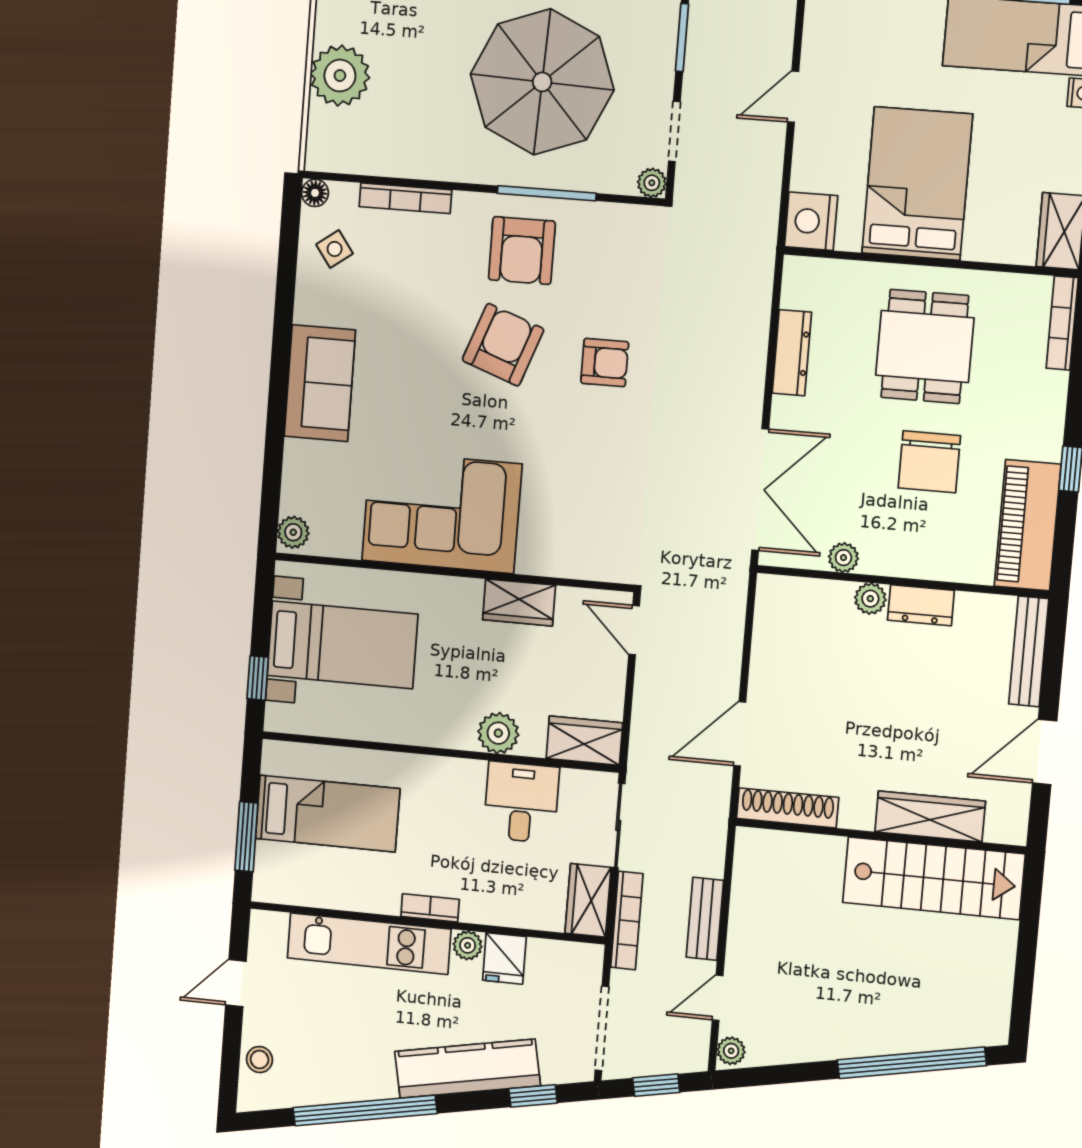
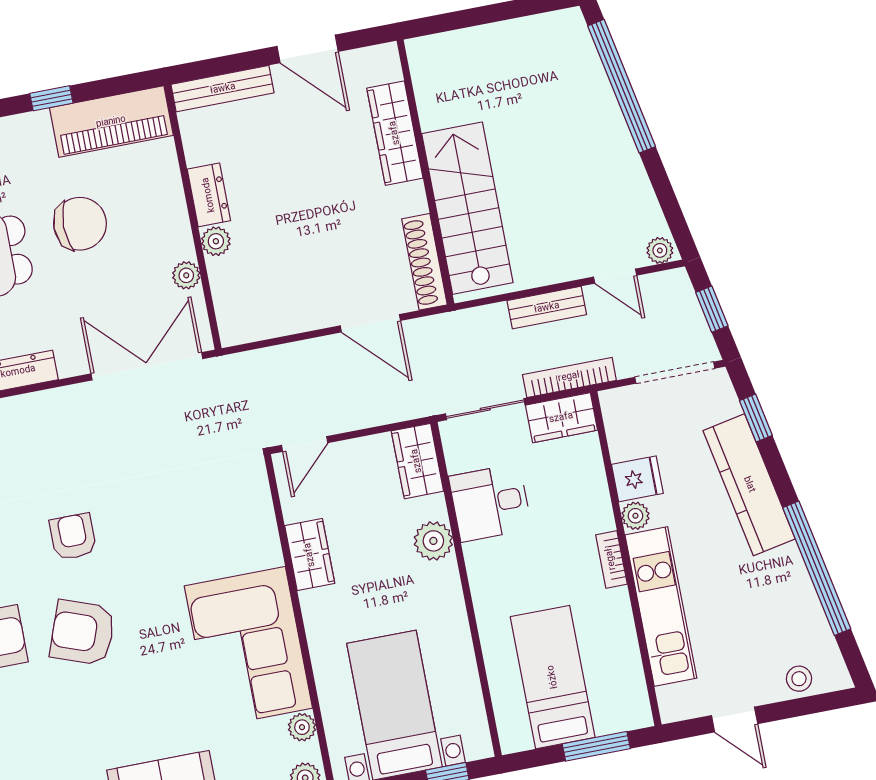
plant: (345, 544) -> (302, 727), added
stairs: (934, 878) -> (467, 208), moved

